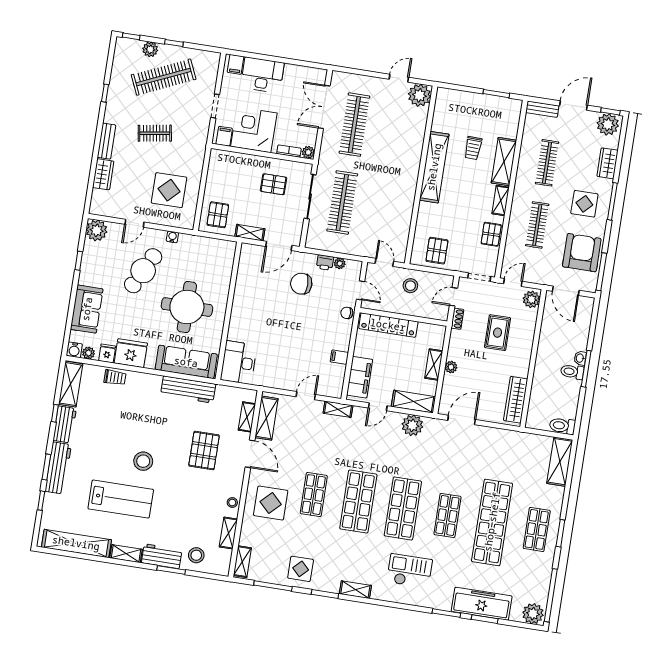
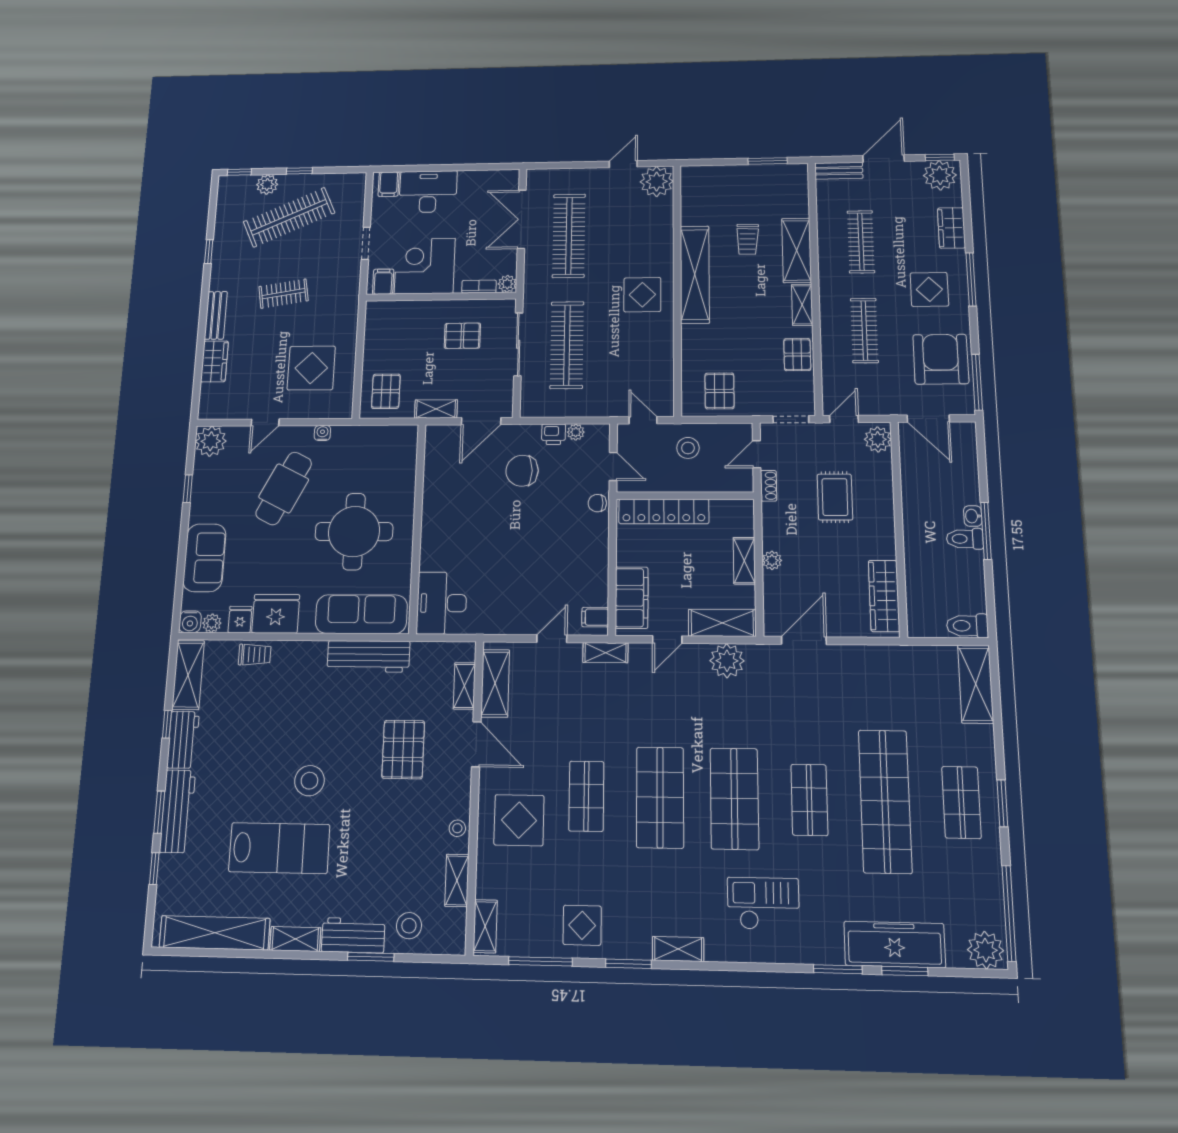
display table: (397, 176) -> (642, 295), added
filing cabinet: (339, 357) -> (595, 617), moved

